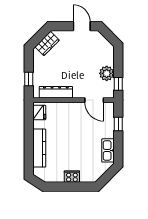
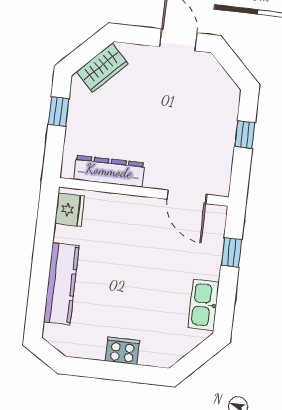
plant: (107, 73) -> (219, 144), removed
window: (29, 79) -> (59, 112), moved
window: (118, 84) -> (245, 135), moved

